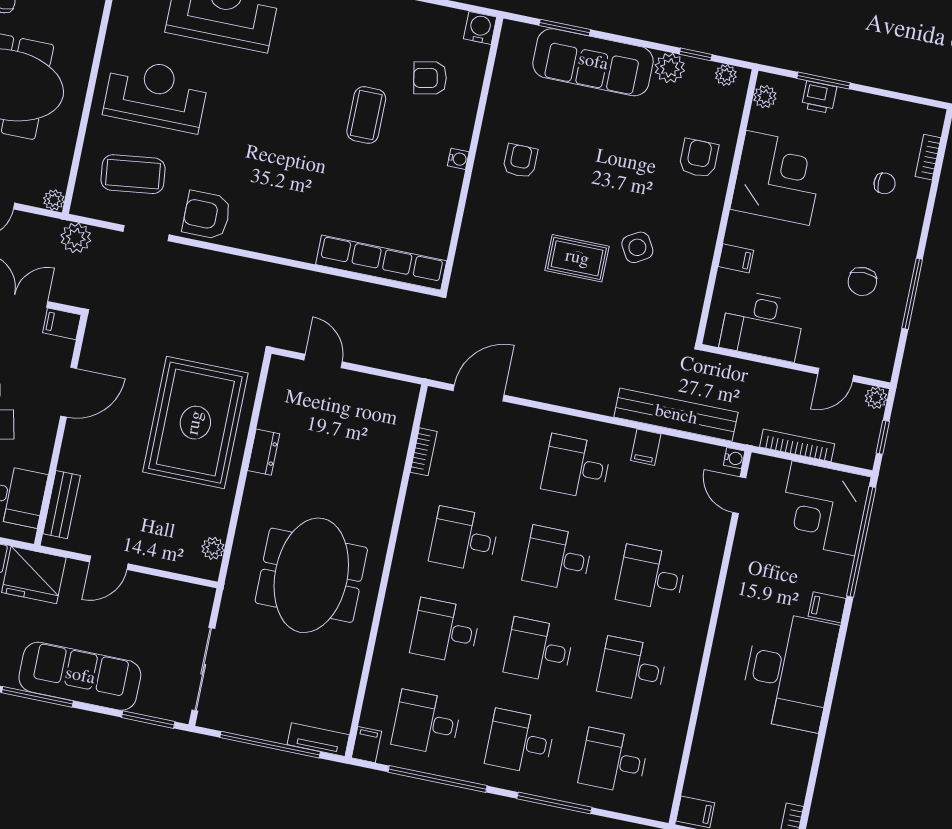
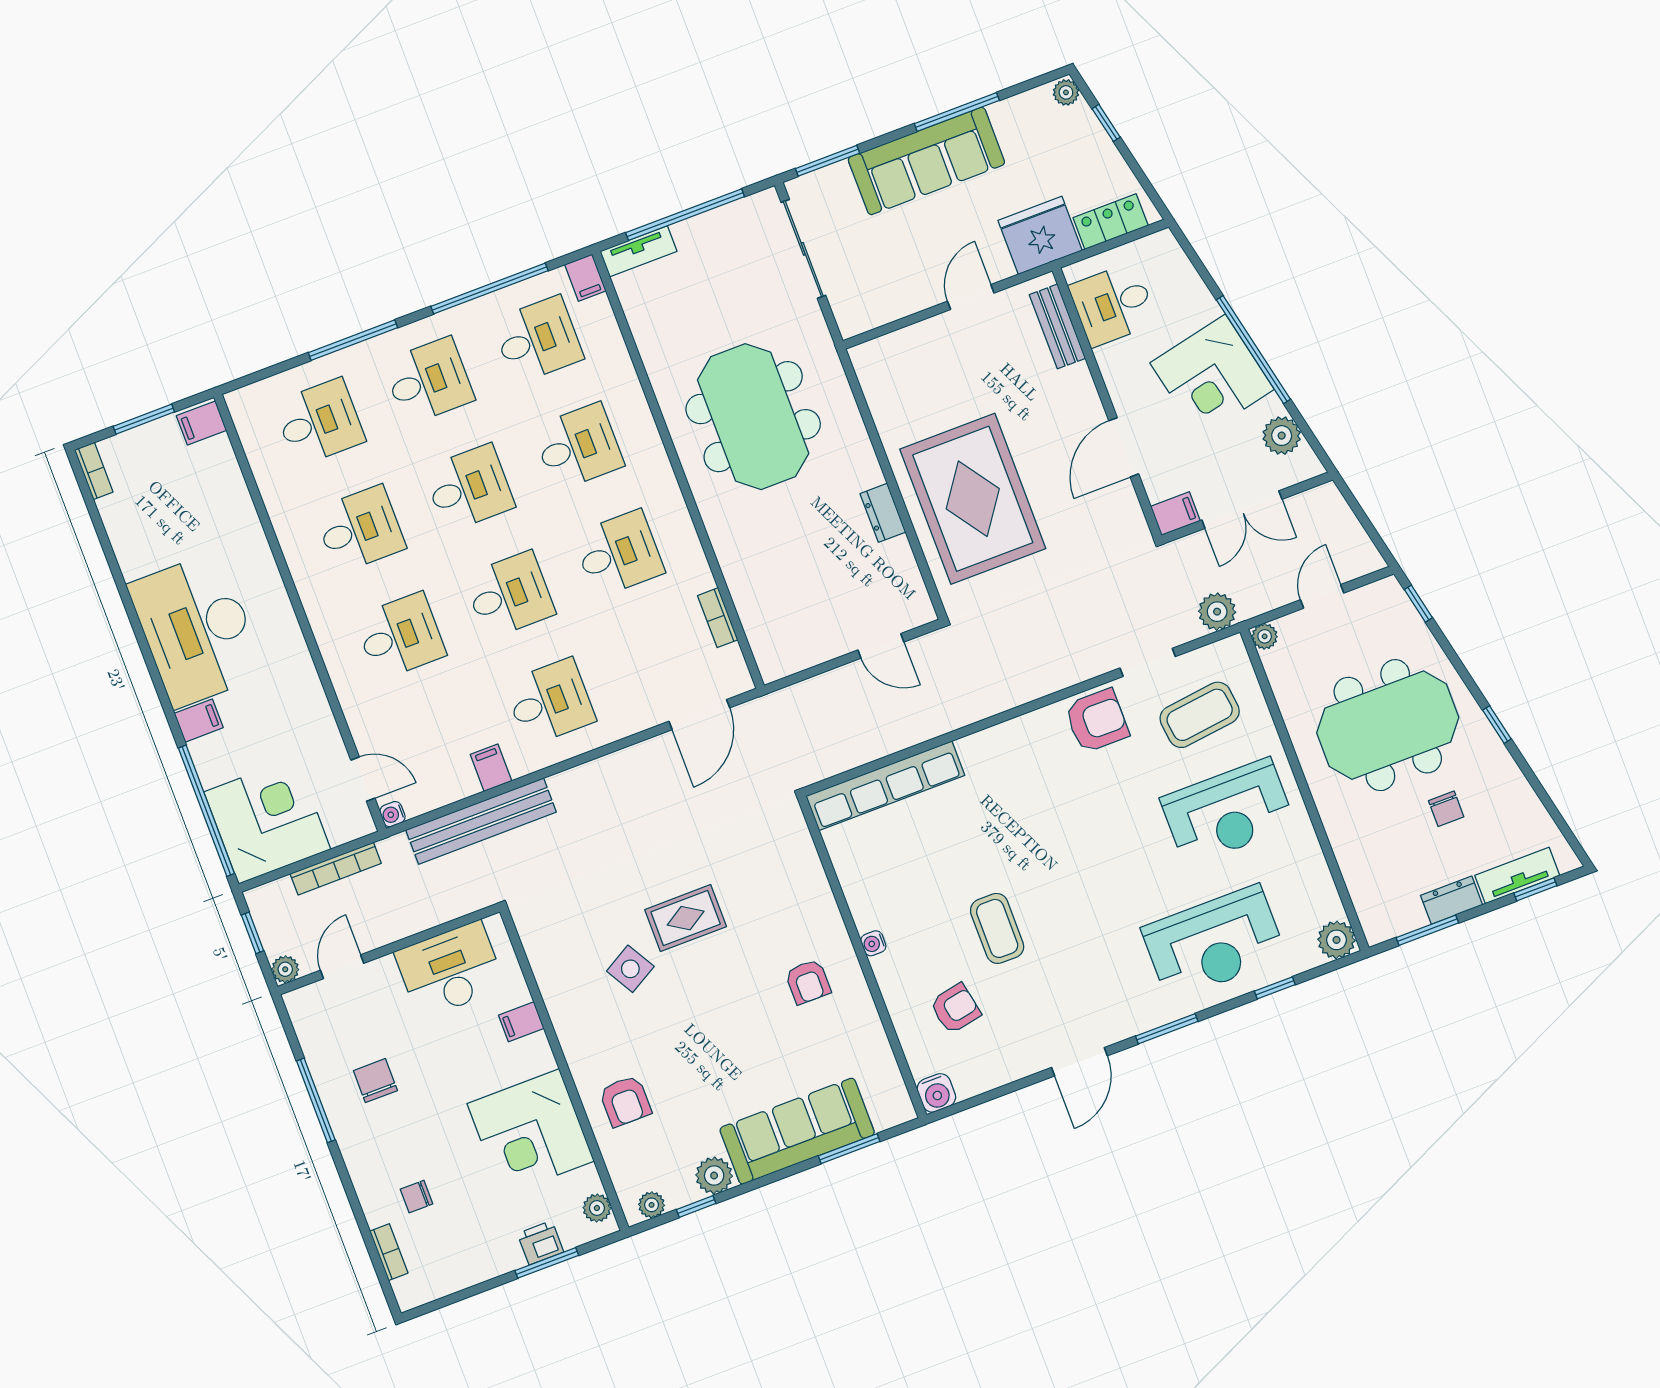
plant: (213, 548) -> (872, 380), removed

